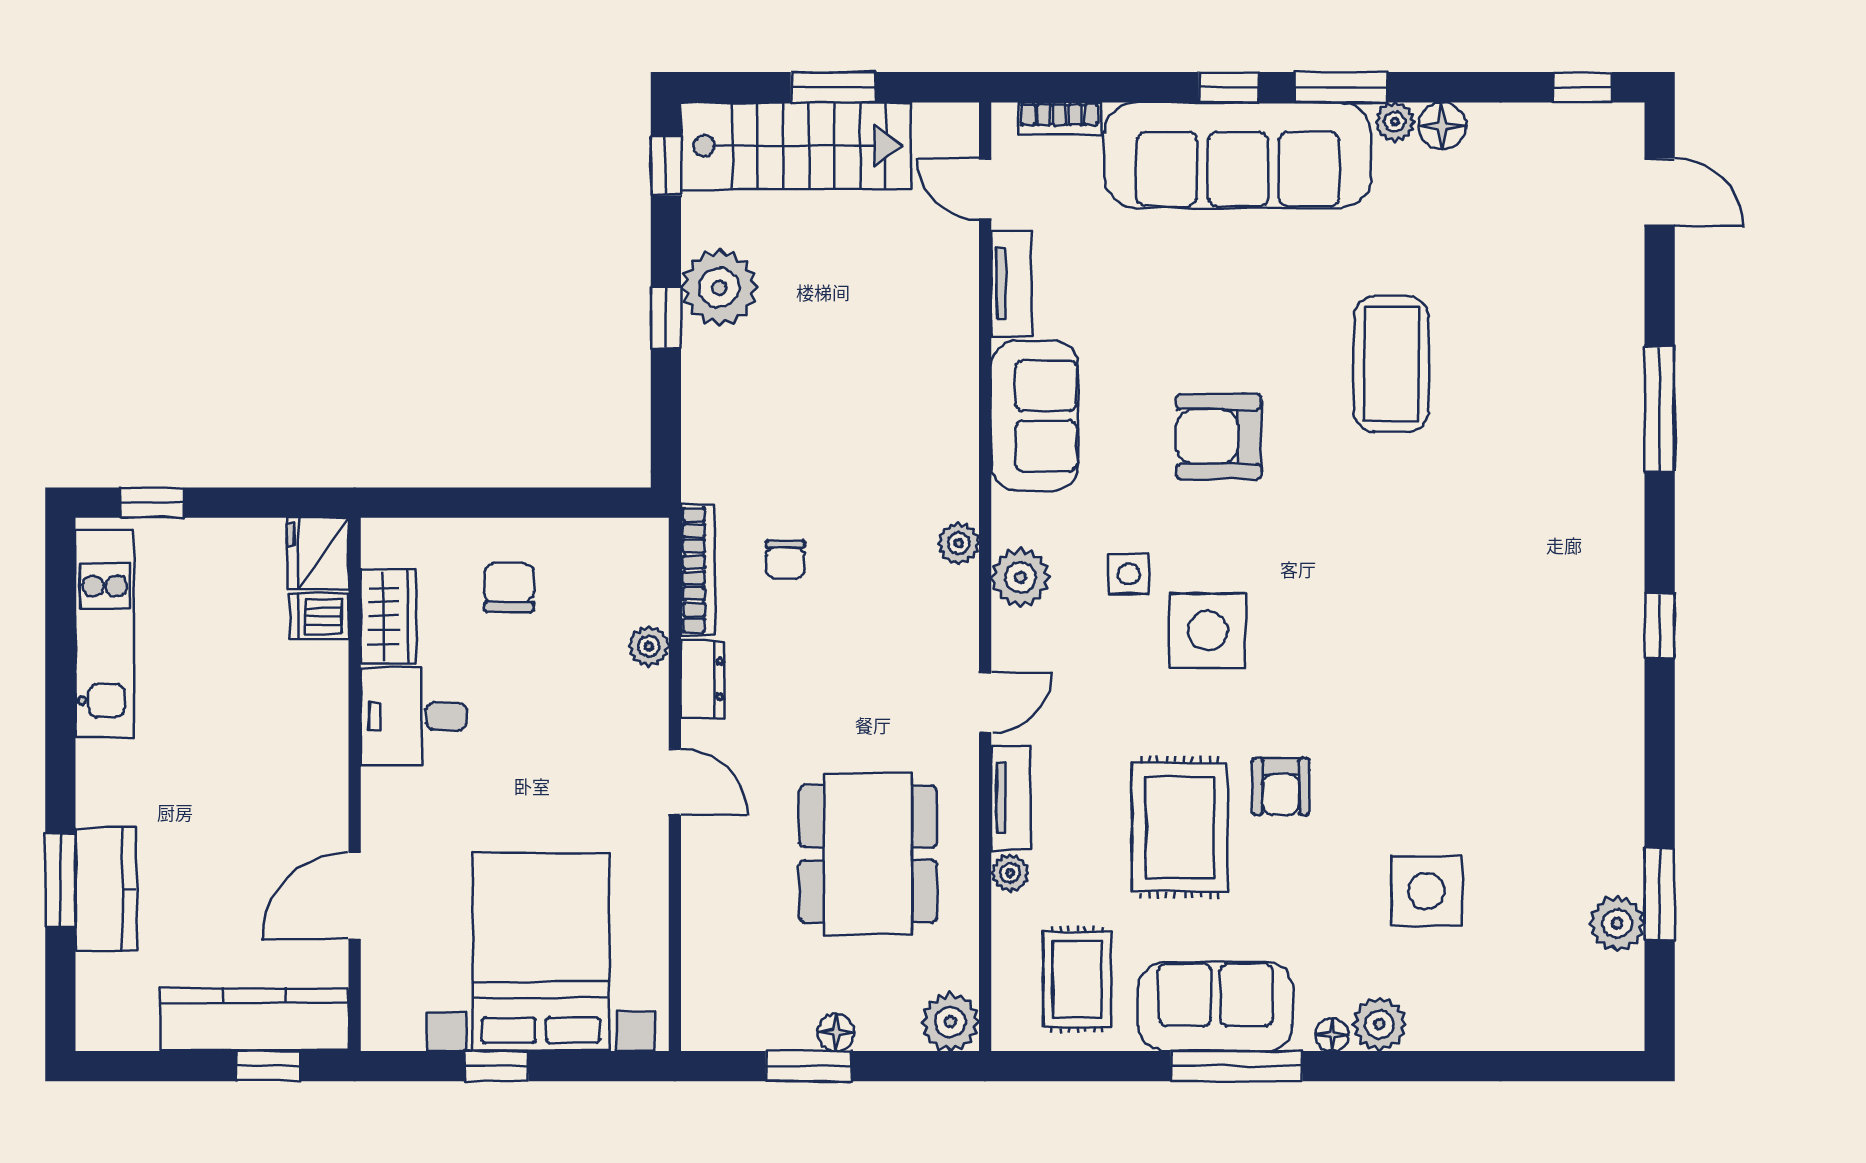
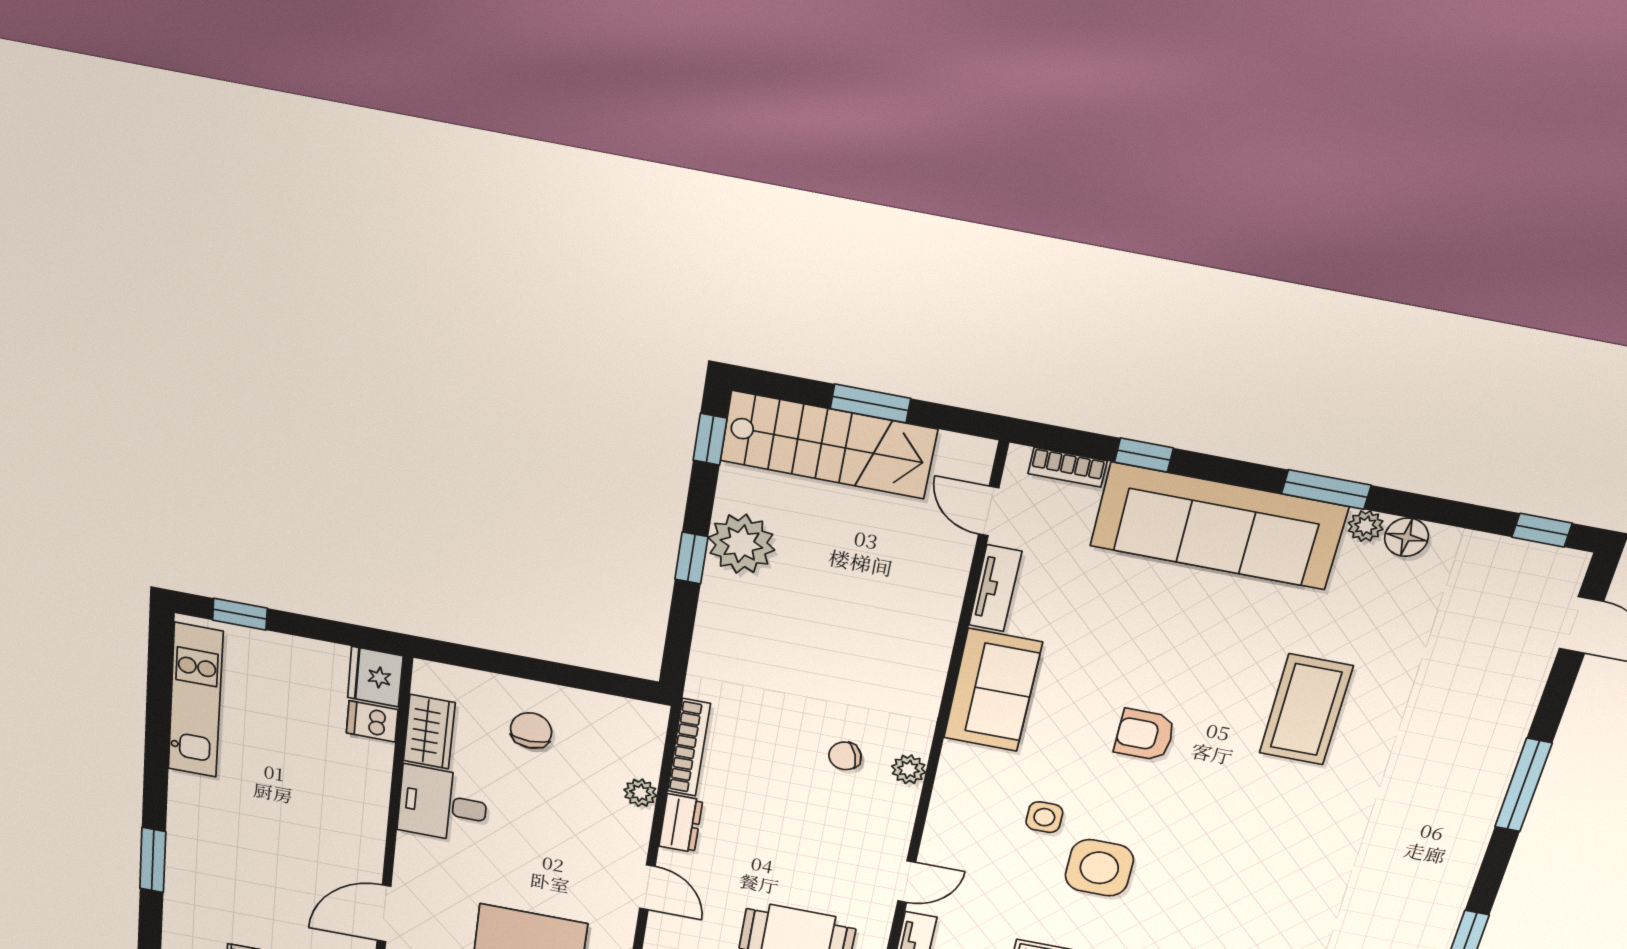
window: (1229, 87) -> (1144, 455), moved
armchair: (1219, 437) -> (1145, 735), width x0.72, depth x0.72
chair: (785, 559) -> (845, 756), moved, turned 71
plant: (1020, 577) -> (954, 803), removed
kitchen counter: (106, 889) -> (189, 873), removed

